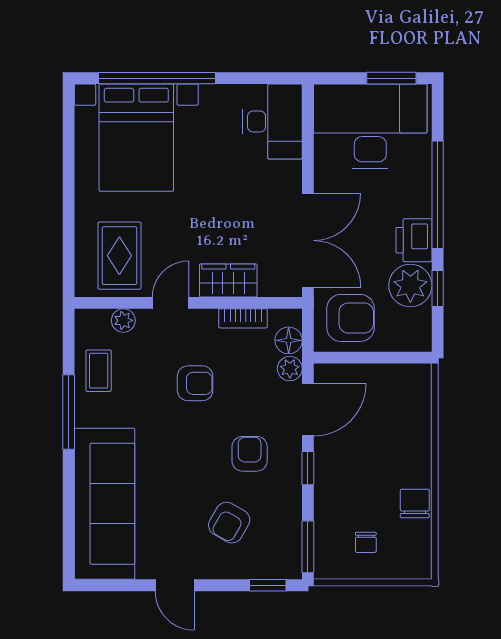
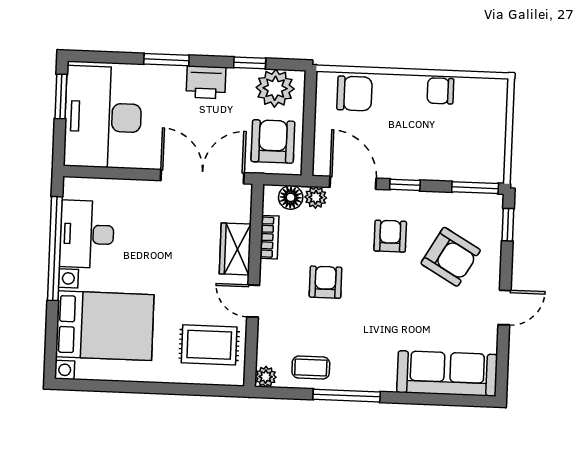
window: (157, 78) -> (55, 249), moved
desk: (273, 122) -> (87, 234), moved, turned -90
window: (438, 195) -> (166, 60), width x0.47
plant: (410, 285) -> (275, 88), moved
plant: (123, 320) -> (266, 377), moved
armchair: (250, 454) -> (390, 236), turned 90
sofa: (105, 504) -> (447, 373), width x0.74, depth x0.79
armchair: (229, 523) -> (451, 257), width x1.38, depth x1.38
chair: (366, 542) -> (354, 93), moved, width x1.87, depth x1.87

